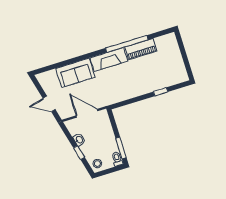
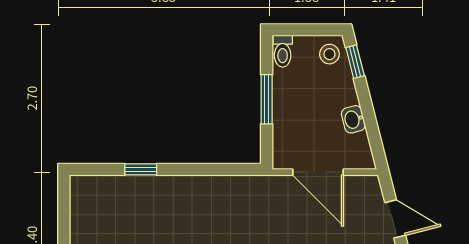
window: (121, 148) -> (267, 99), moved
window: (79, 153) -> (355, 62), moved

